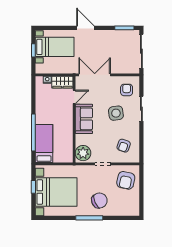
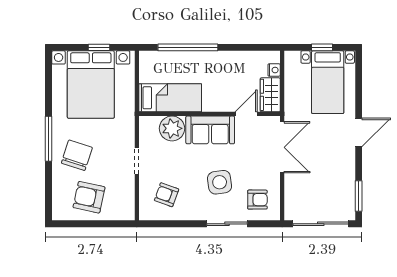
door: (74, 97) -> (246, 114), swing flipped
bed: (44, 143) -> (170, 98), moved
plant: (83, 153) -> (172, 128), moved
armchair: (126, 180) -> (89, 197), moved
chair: (99, 201) -> (77, 155), turned -139

